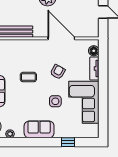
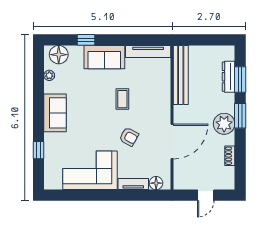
side table: (55, 101) -> (91, 134), removed

